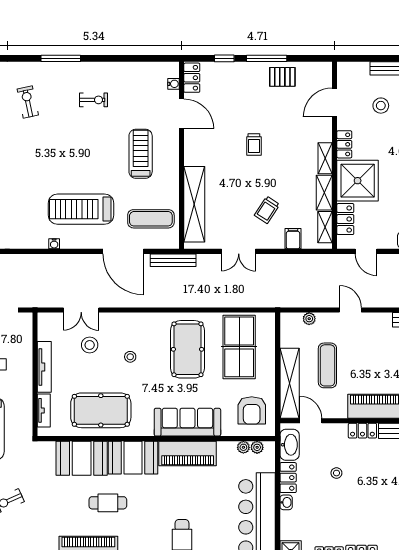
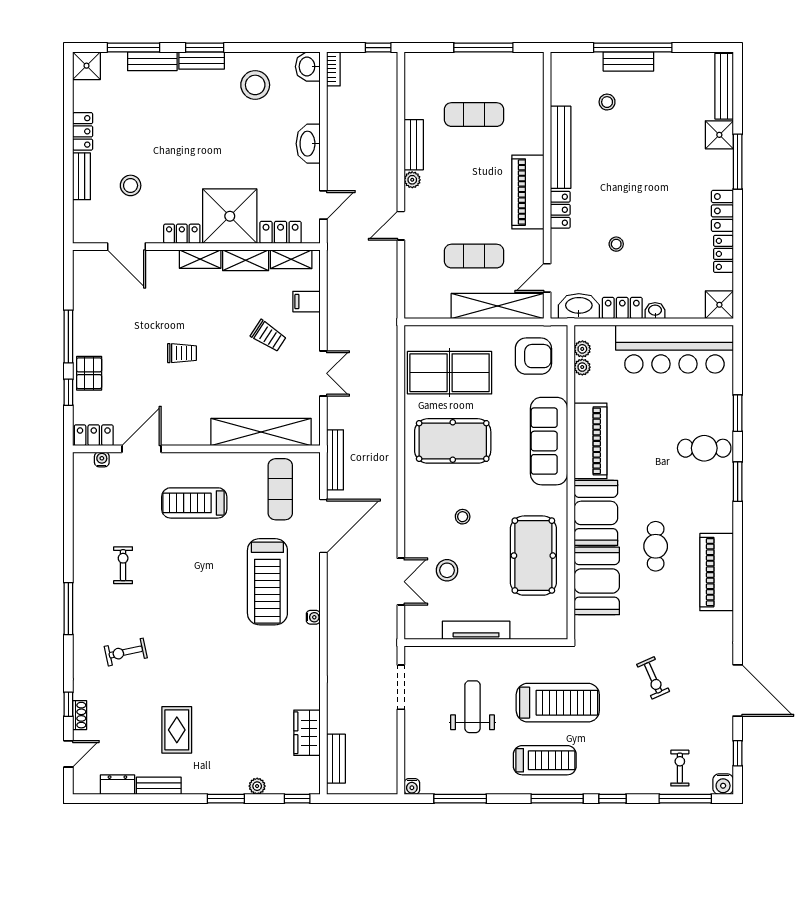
pallet: (282, 77) -> (89, 373), moved
plant: (309, 319) -> (412, 180), moved
tv unit: (44, 410) -> (534, 631), removed

